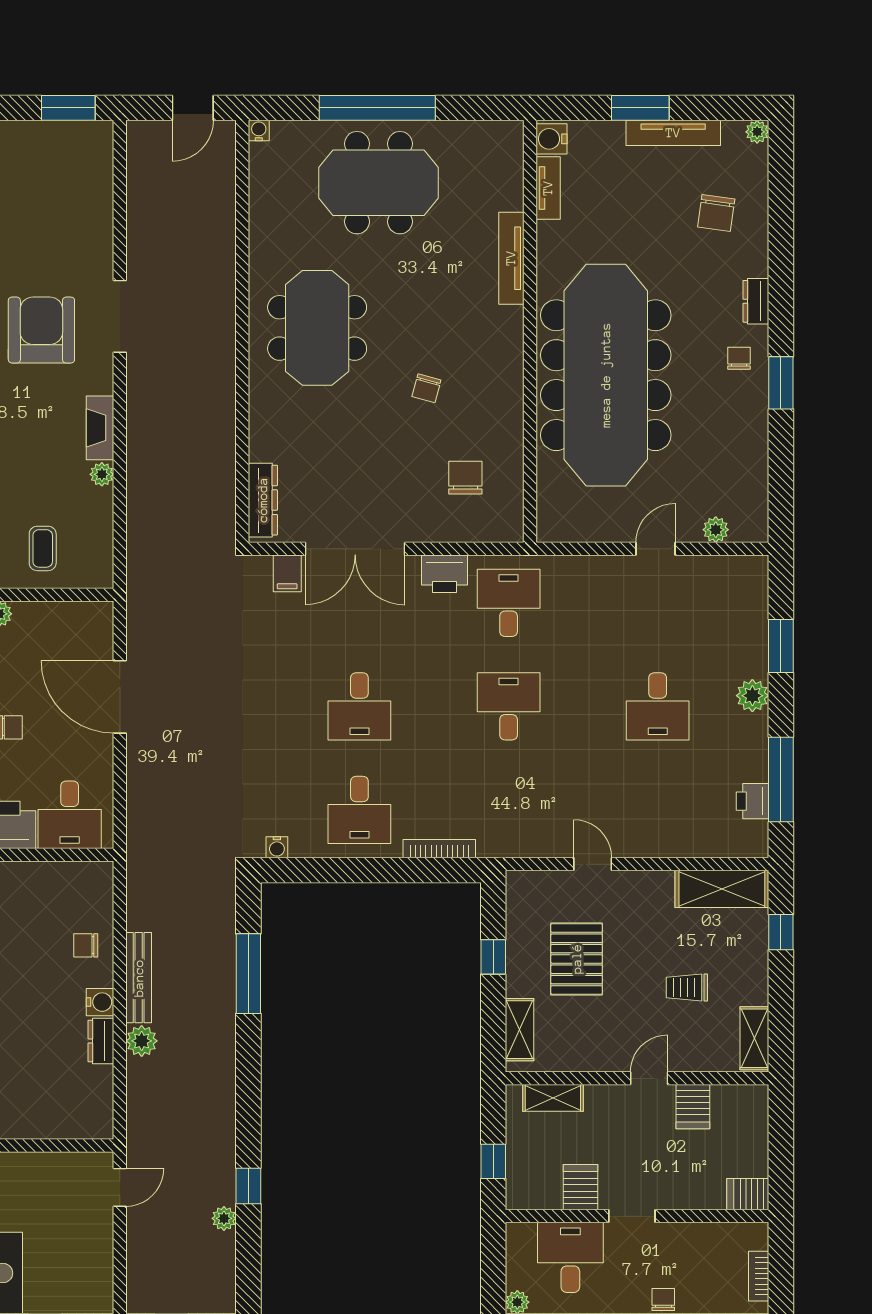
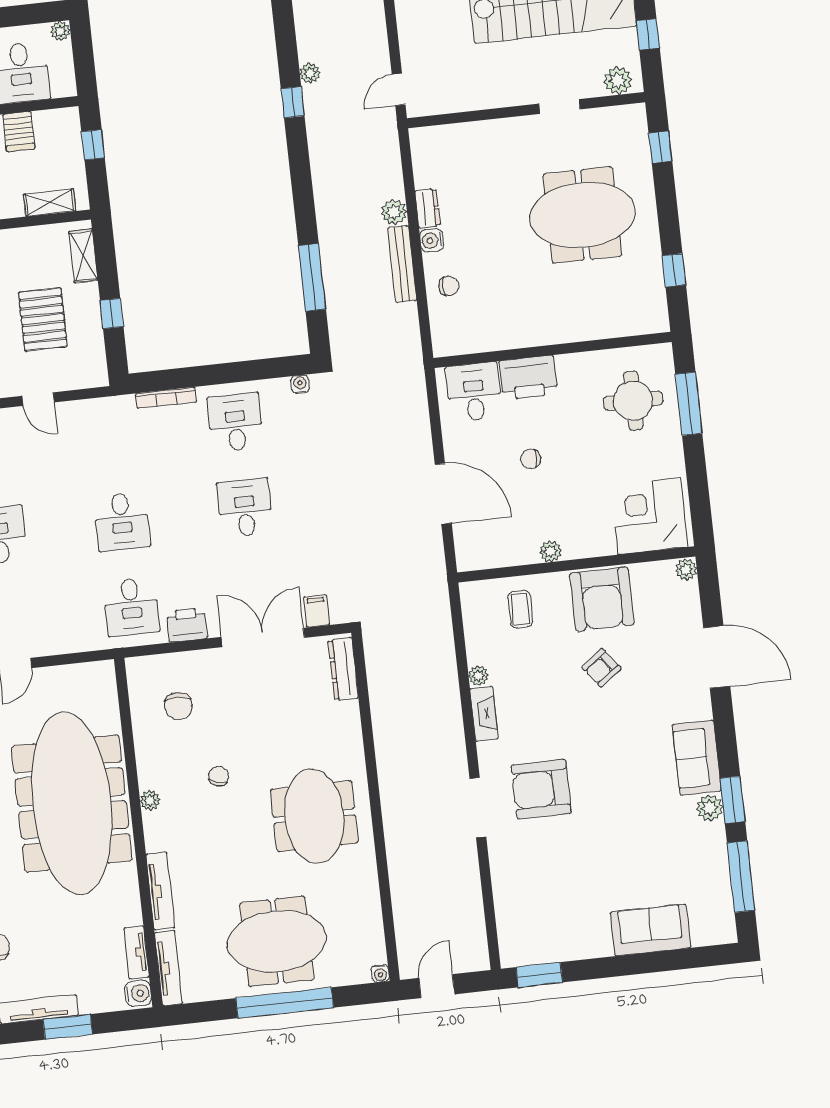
tv unit: (512, 165) -> (169, 968), added
armchair: (41, 330) -> (541, 789), turned 90
plant: (512, 368) -> (150, 800), added

